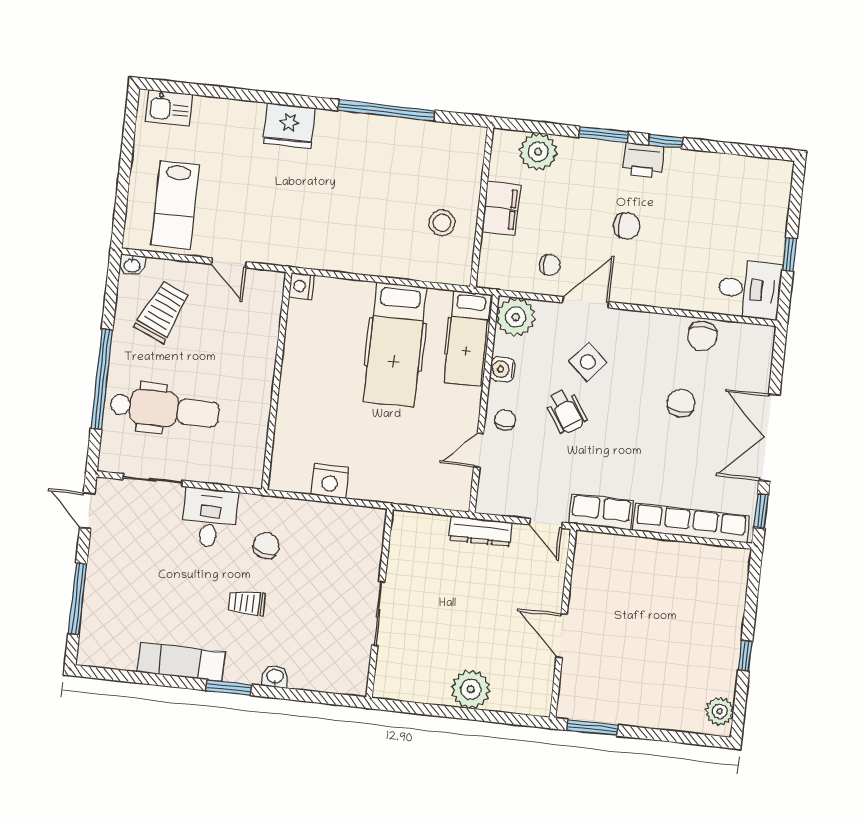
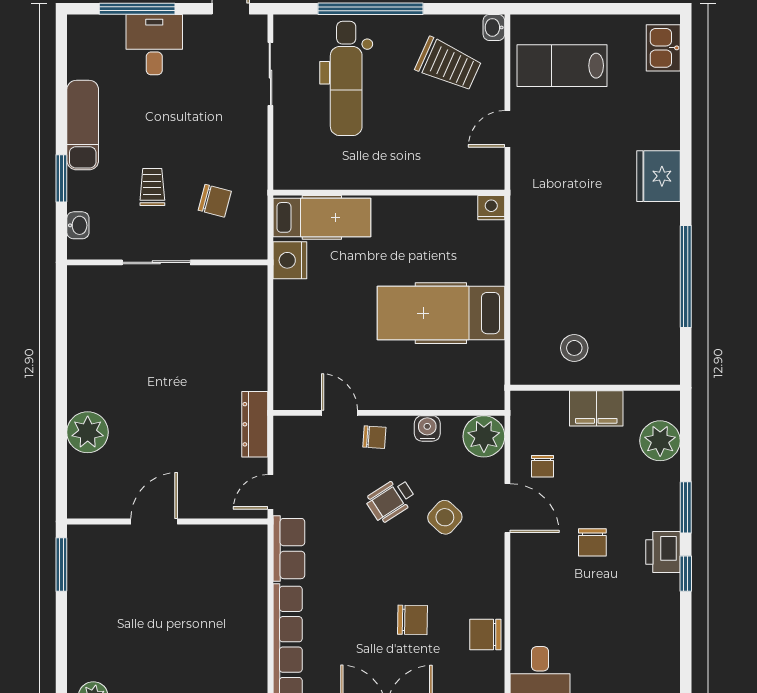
hospital bed: (467, 338) -> (322, 217), moved, turned 180
desk: (210, 518) -> (154, 45), moved, turned -90
wall: (379, 603) -> (167, 262), moved
sliding door: (378, 614) -> (156, 262), moved

